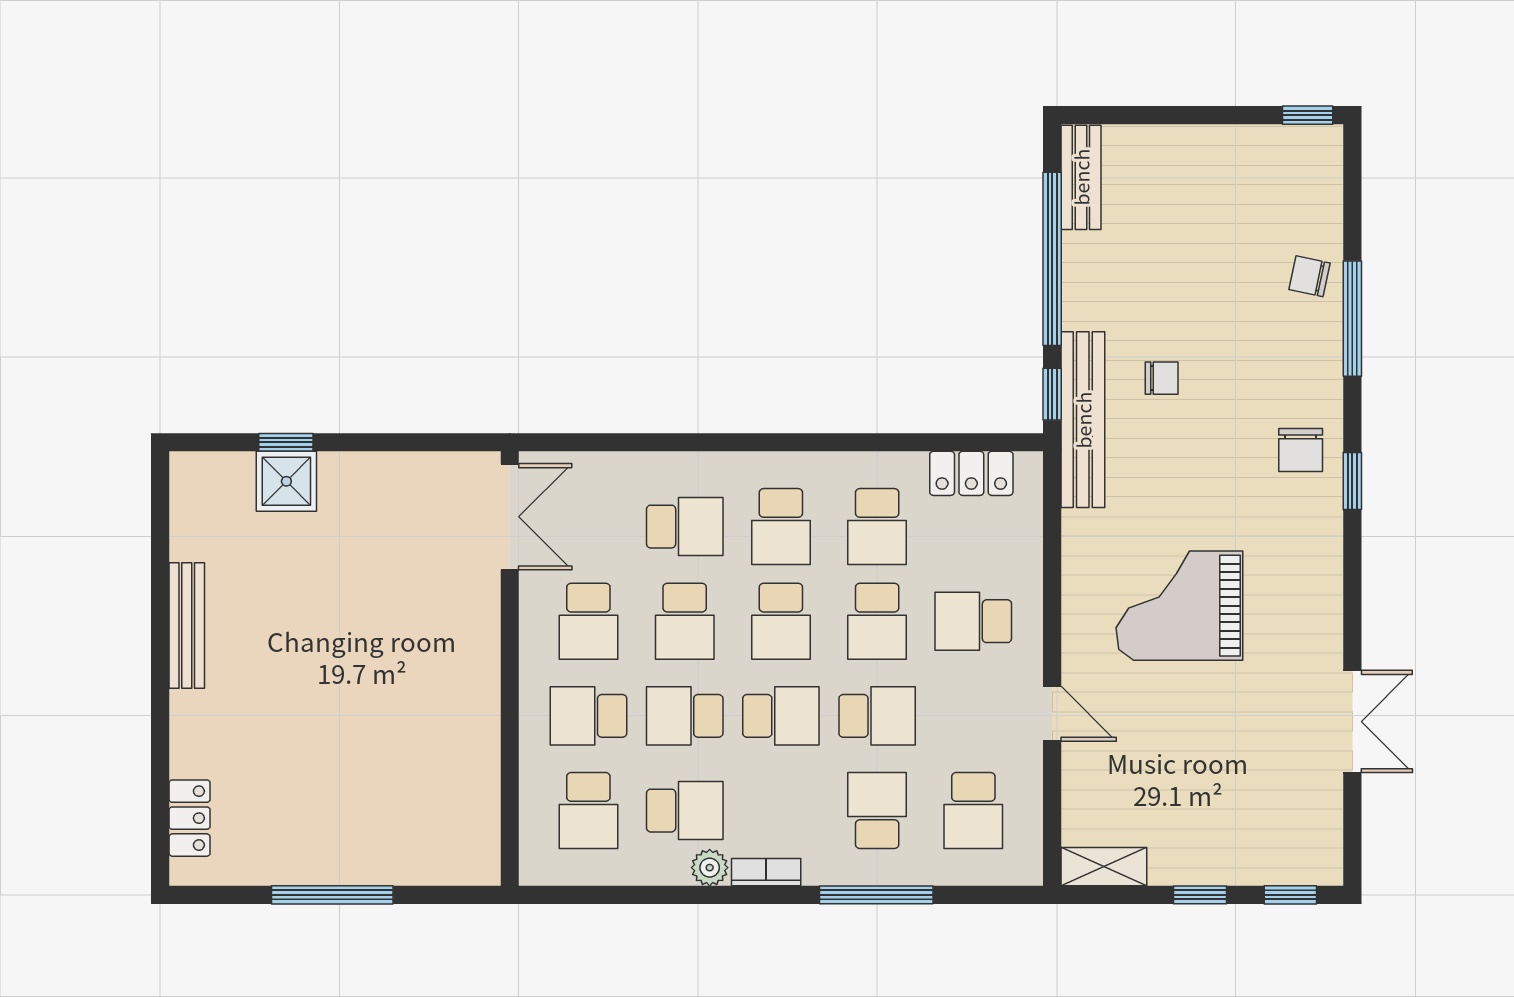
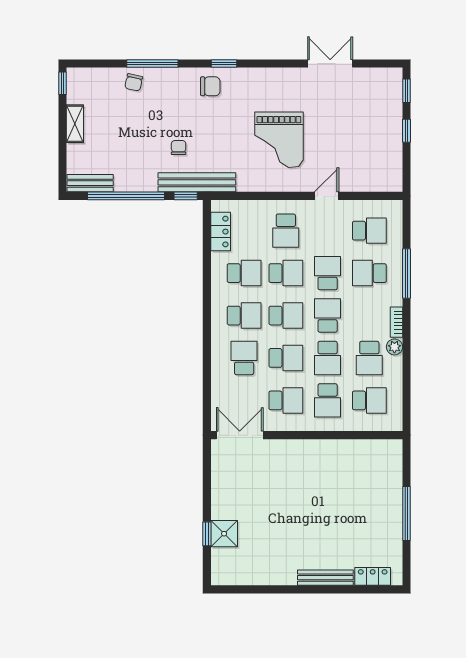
bench: (187, 626) -> (325, 578), moved
school desk: (685, 811) -> (369, 358), turned 180
shelving: (1104, 867) -> (75, 124), moved

